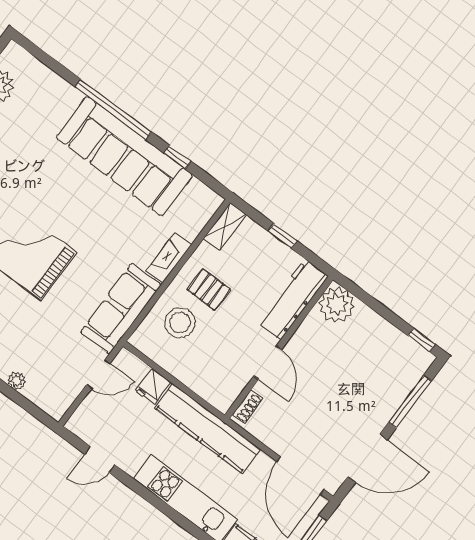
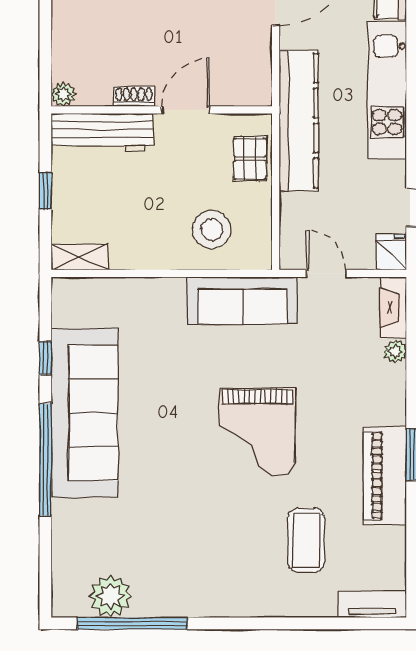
fireplace: (169, 258) -> (393, 307), moved, turned 90
pallet: (209, 289) -> (250, 159), moved
plant: (337, 305) -> (63, 94), width x0.53, depth x0.53
fridge: (153, 386) -> (391, 252), moved, turned -90
shoe rack: (247, 407) -> (134, 97), moved

